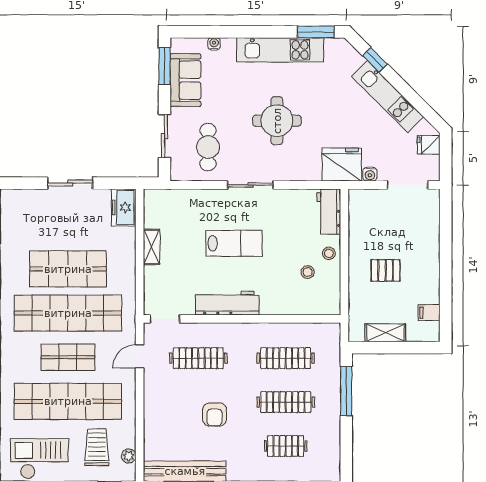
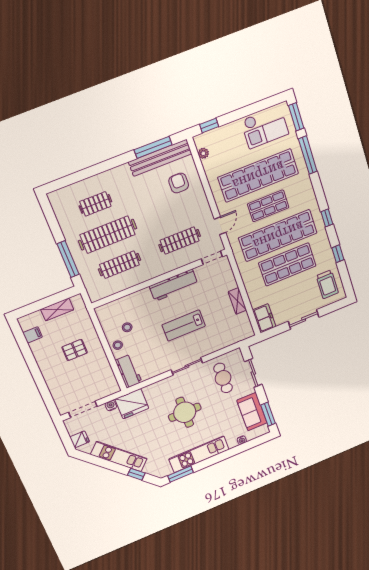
clothes rail: (286, 402) -> (108, 235), width x1.37, depth x1.31
armchair: (215, 415) -> (179, 183), moved
trolley: (97, 447) -> (327, 284), moved

